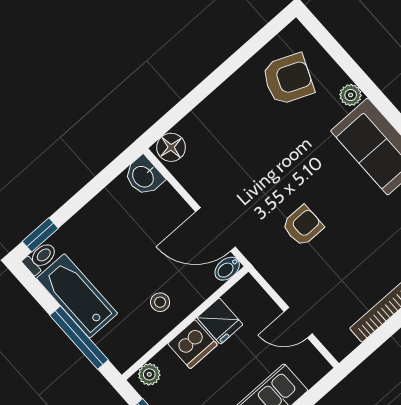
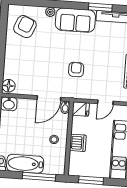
fridge: (220, 321) -> (81, 109), moved
plant: (149, 374) -> (73, 166), removed

